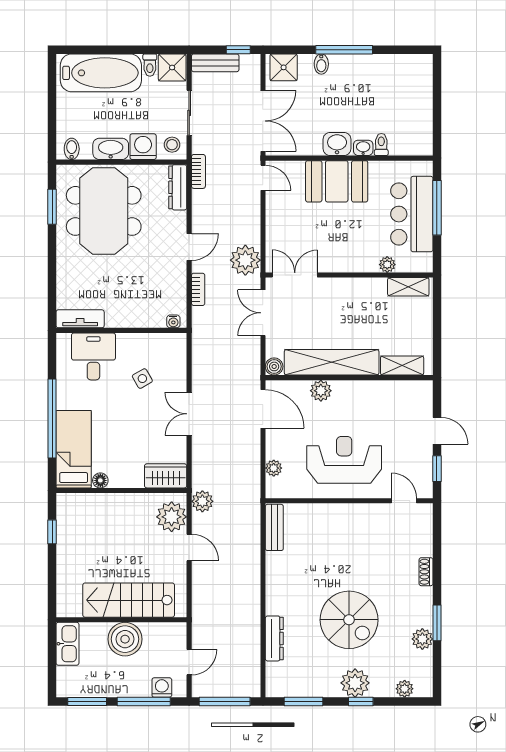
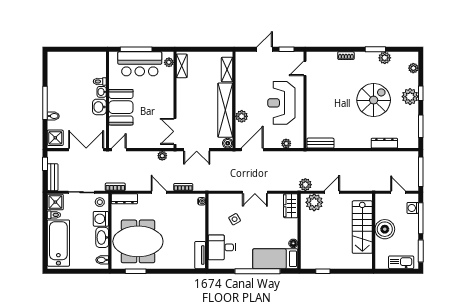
plant: (245, 260) -> (162, 156), width x0.53, depth x0.53
plant: (387, 265) -> (169, 62), moved
kitchen sink: (67, 644) -> (401, 262), moved

